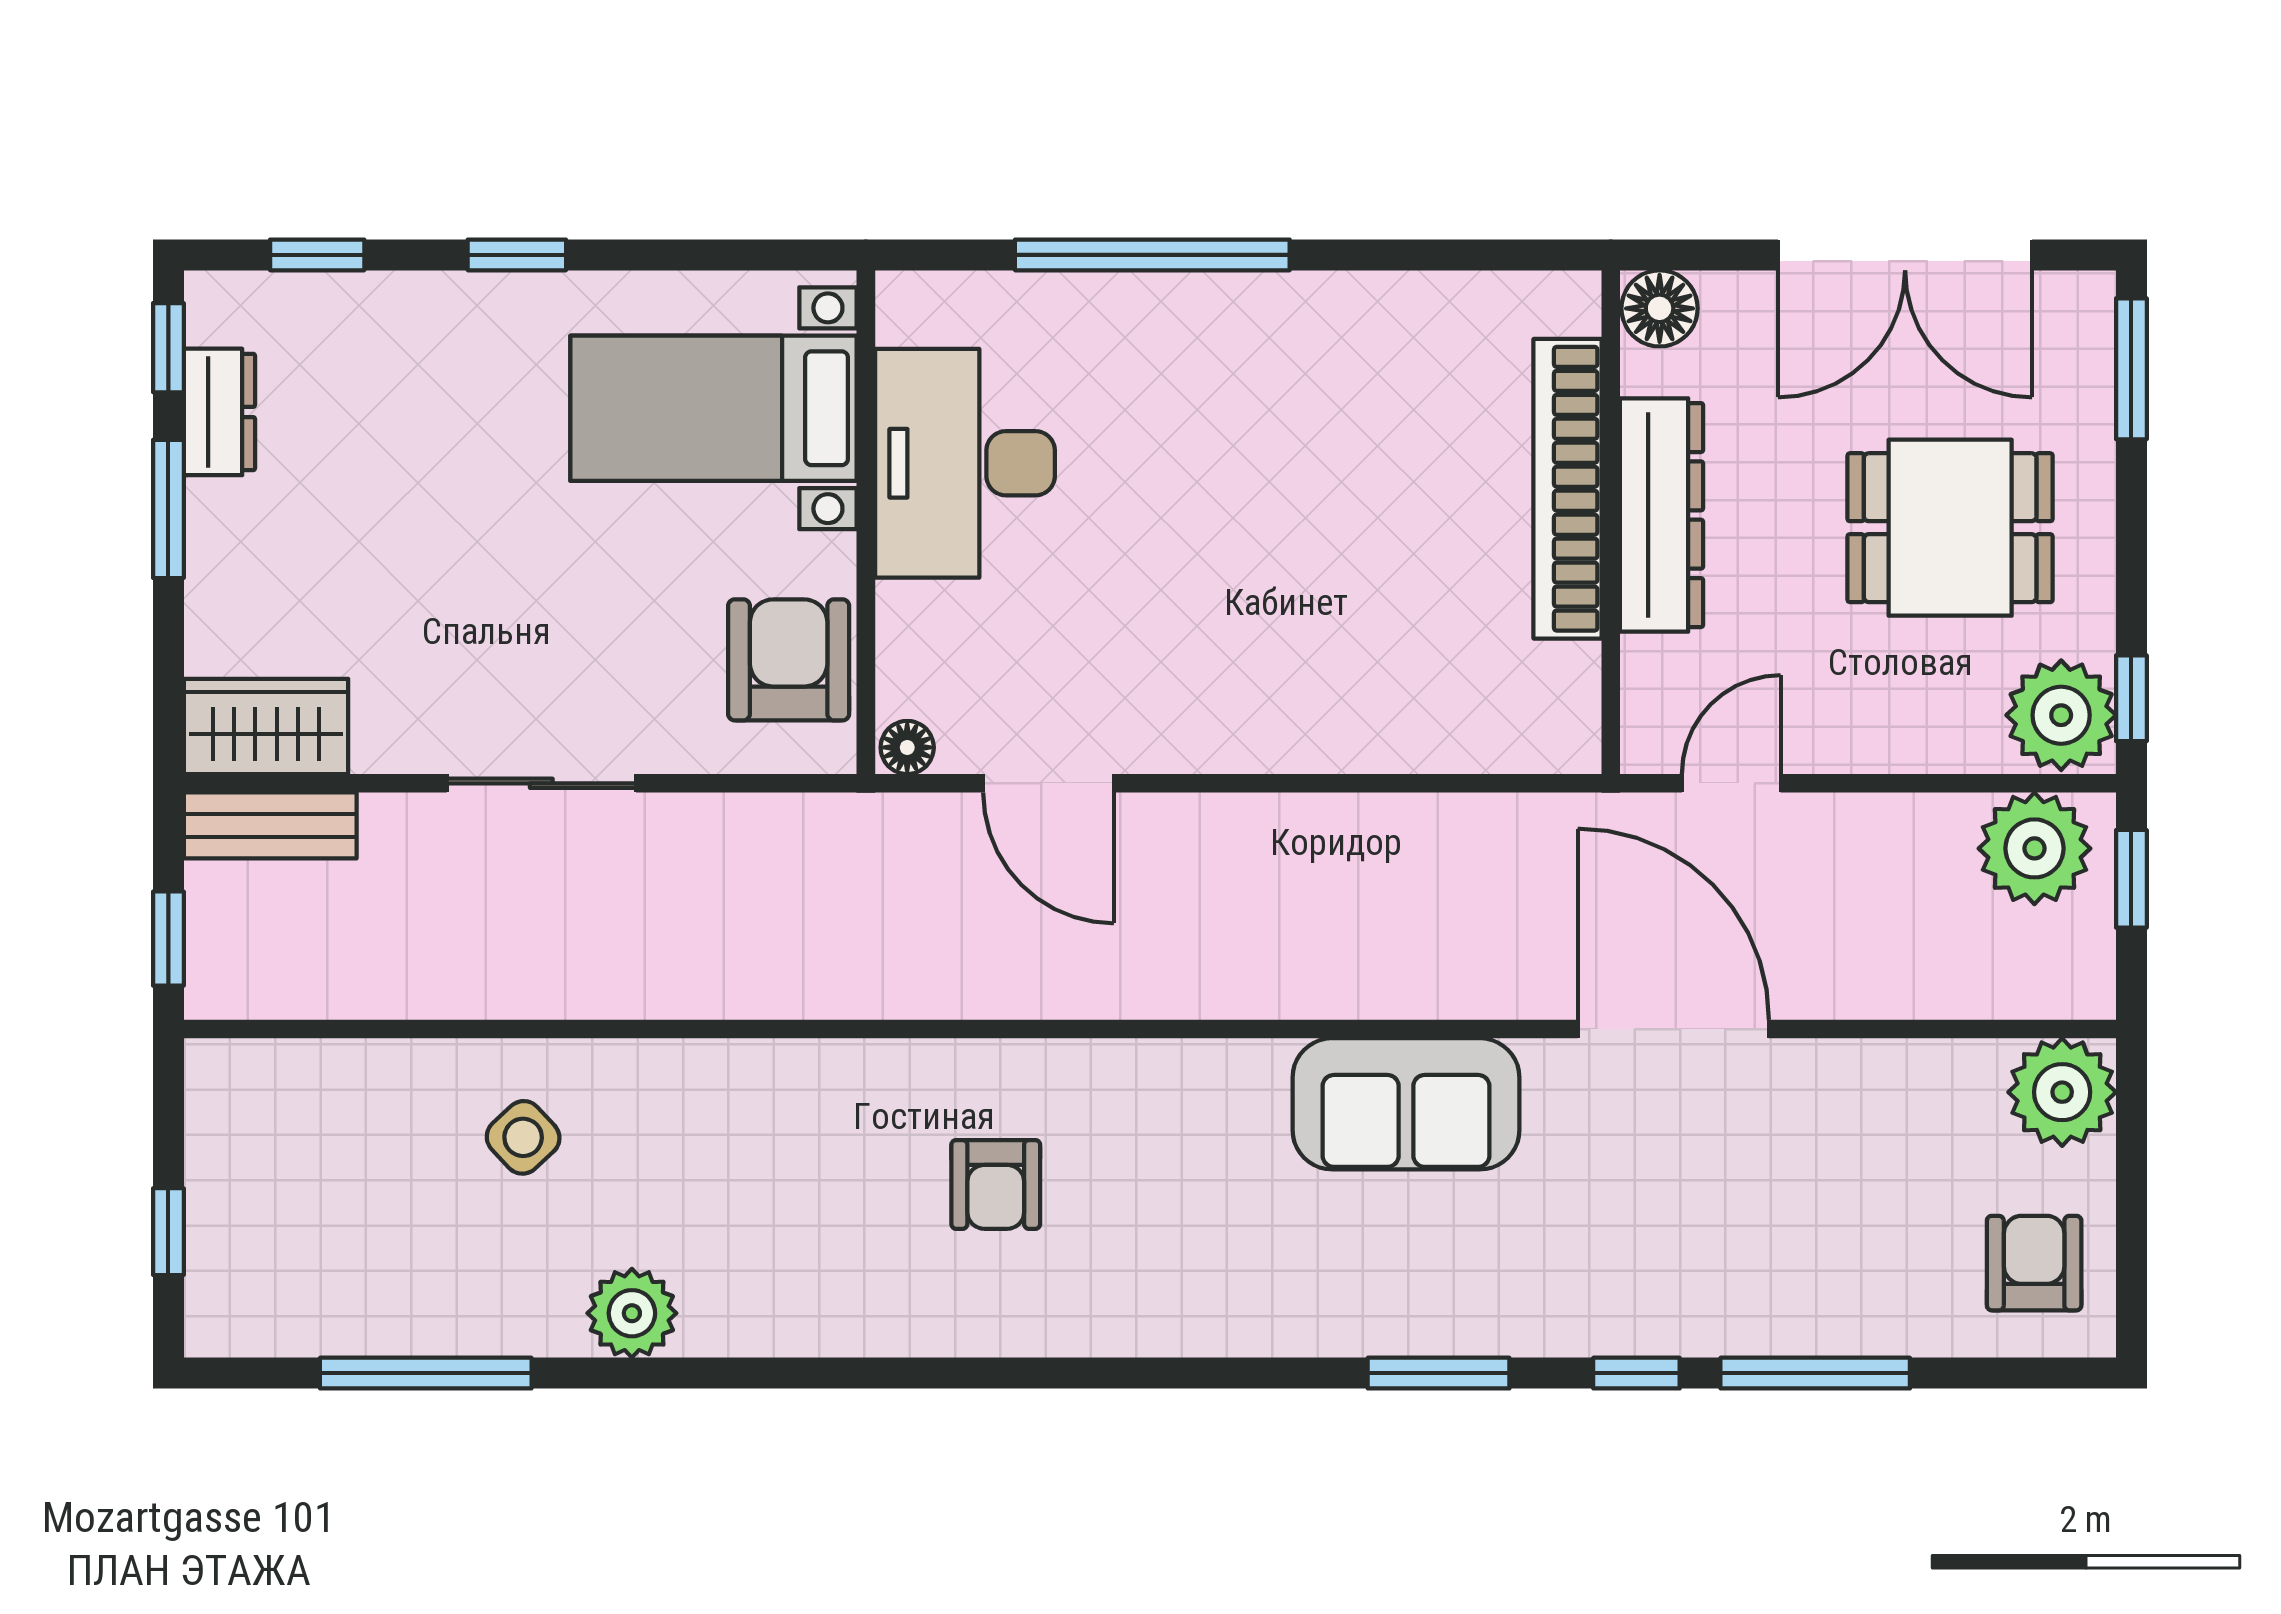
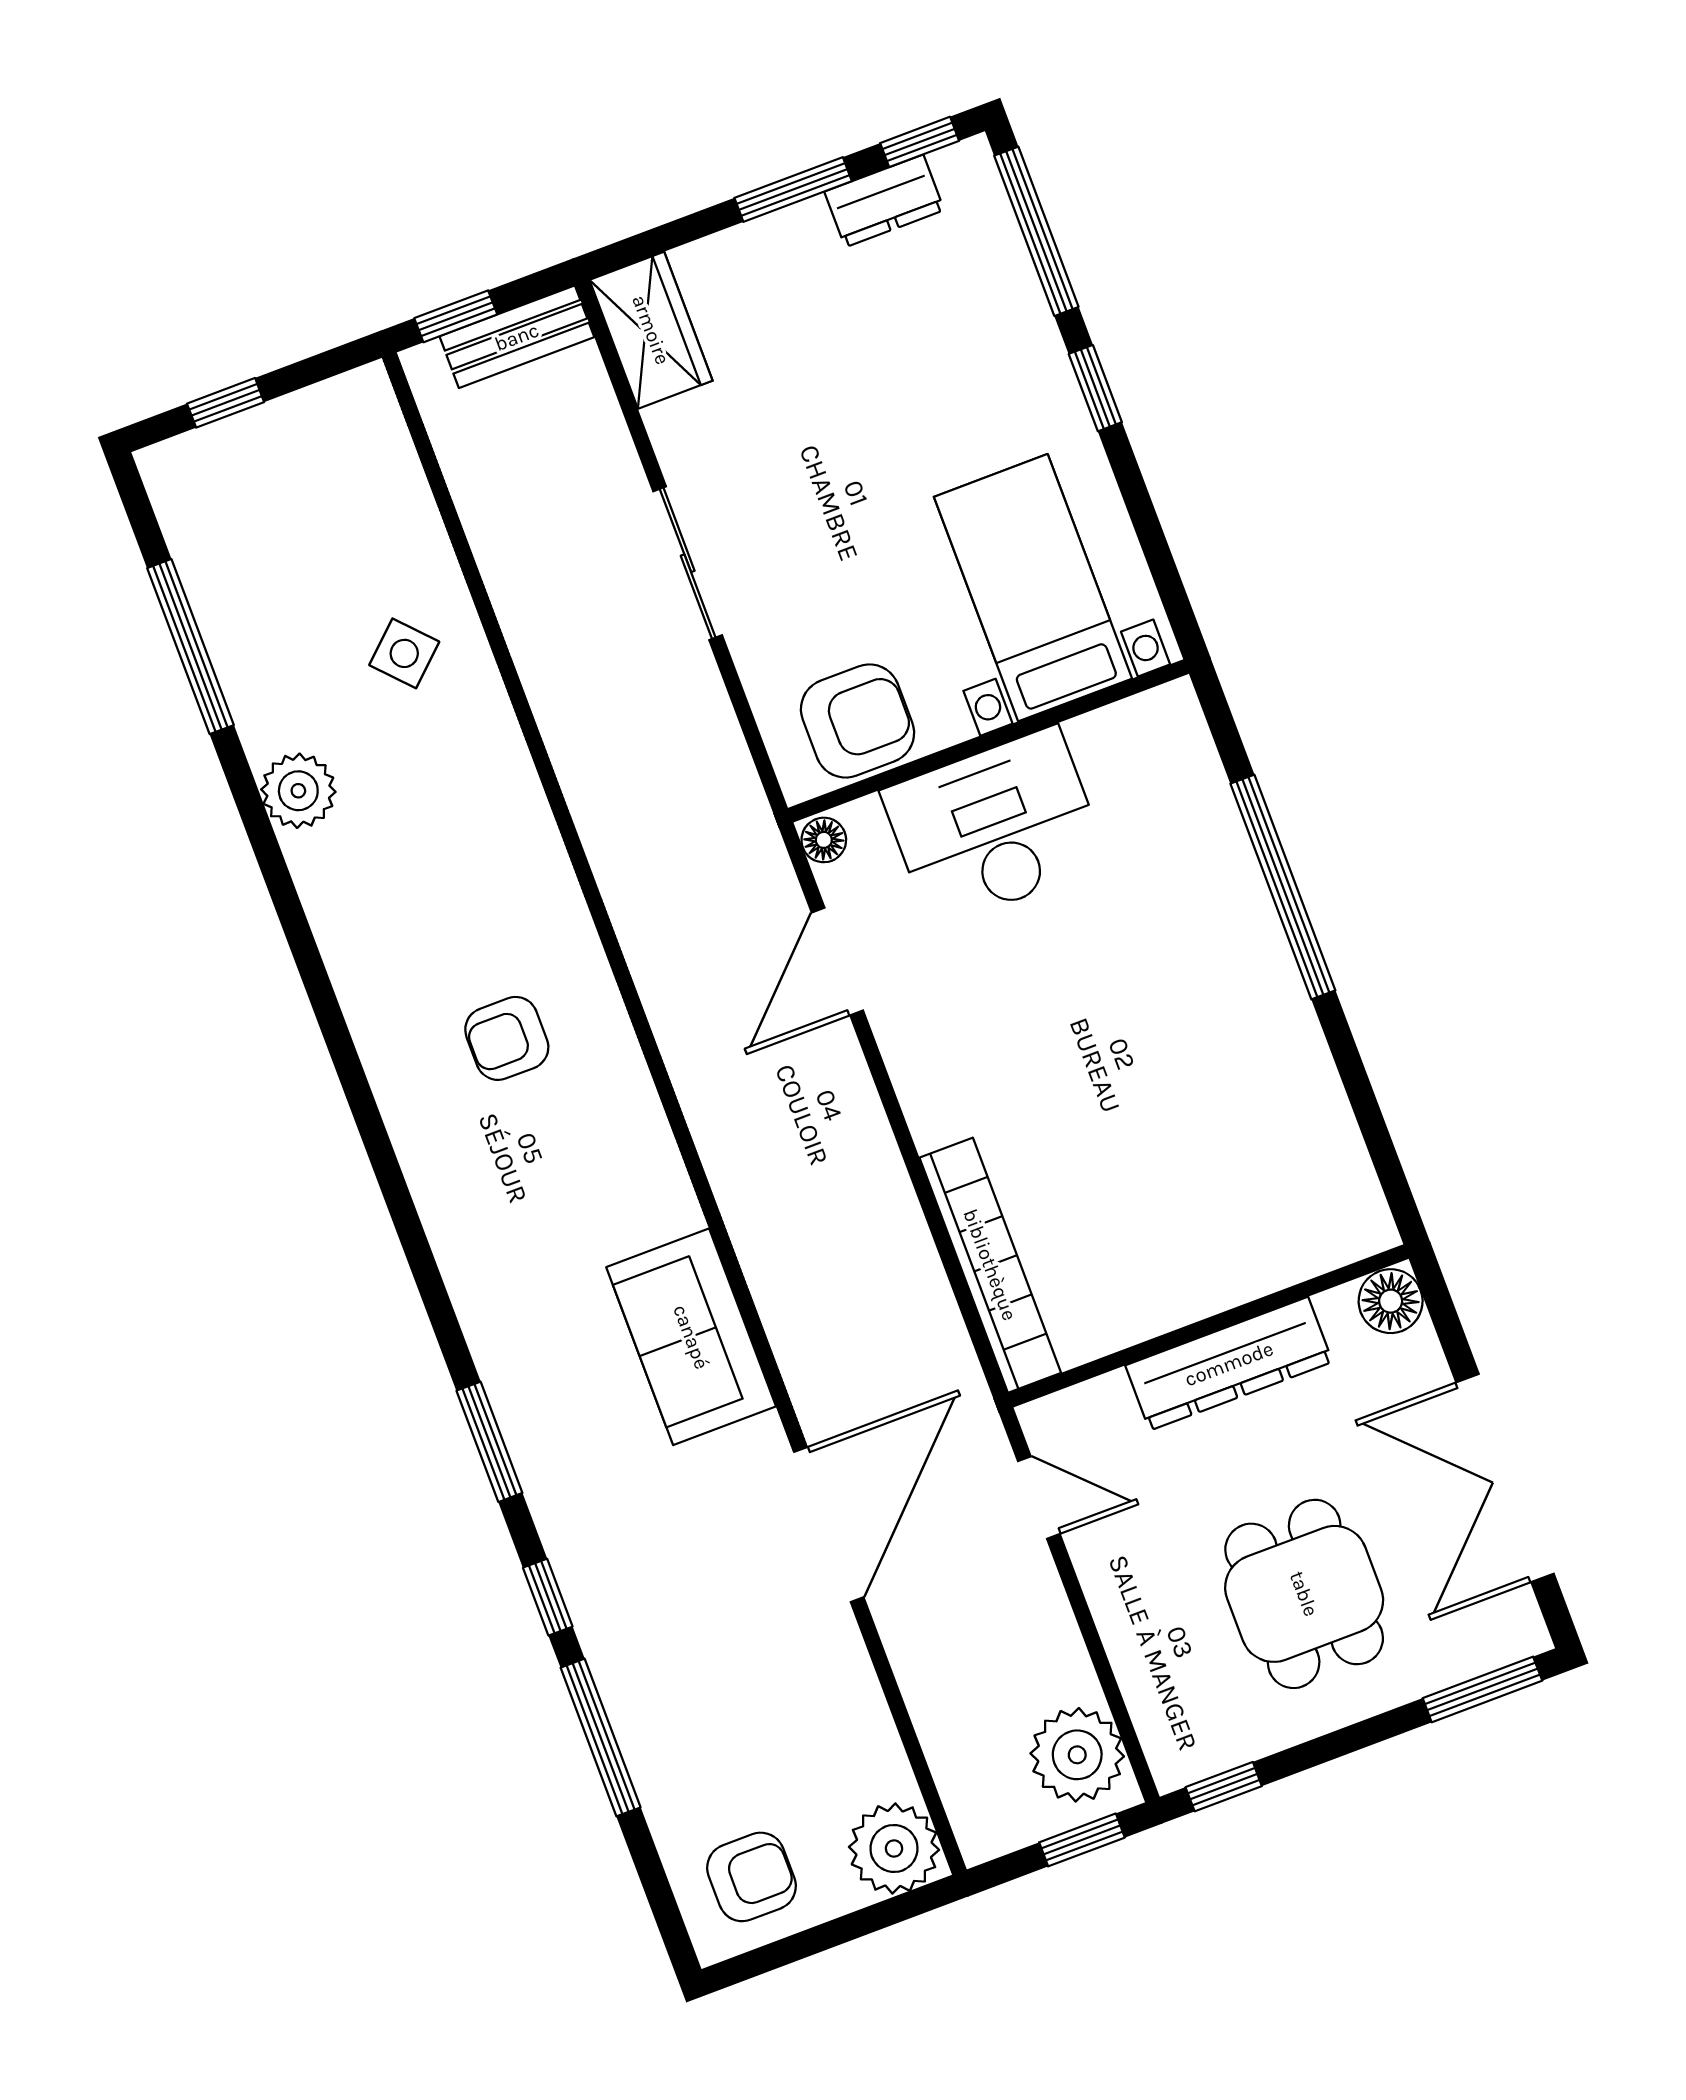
window: (317, 255) -> (1036, 231), width x2.17
desk: (965, 463) -> (995, 827), moved
bookcase: (1567, 489) -> (990, 1265), moved, turned 90
plant: (2061, 715) -> (1190, 1736), removed
bench: (270, 825) -> (517, 337), moved, turned 90

